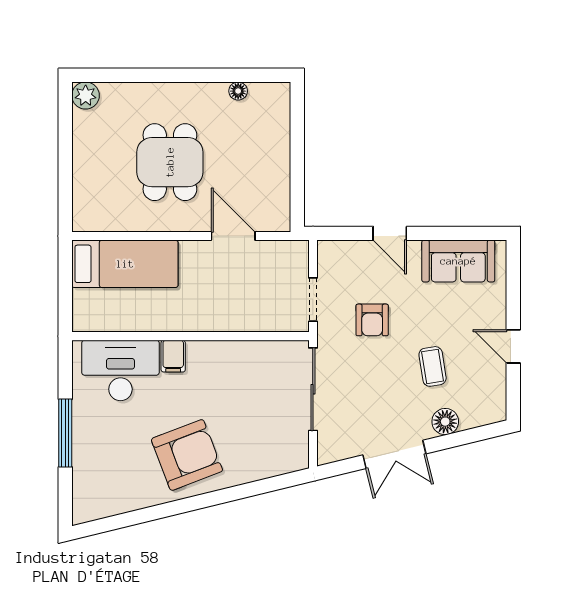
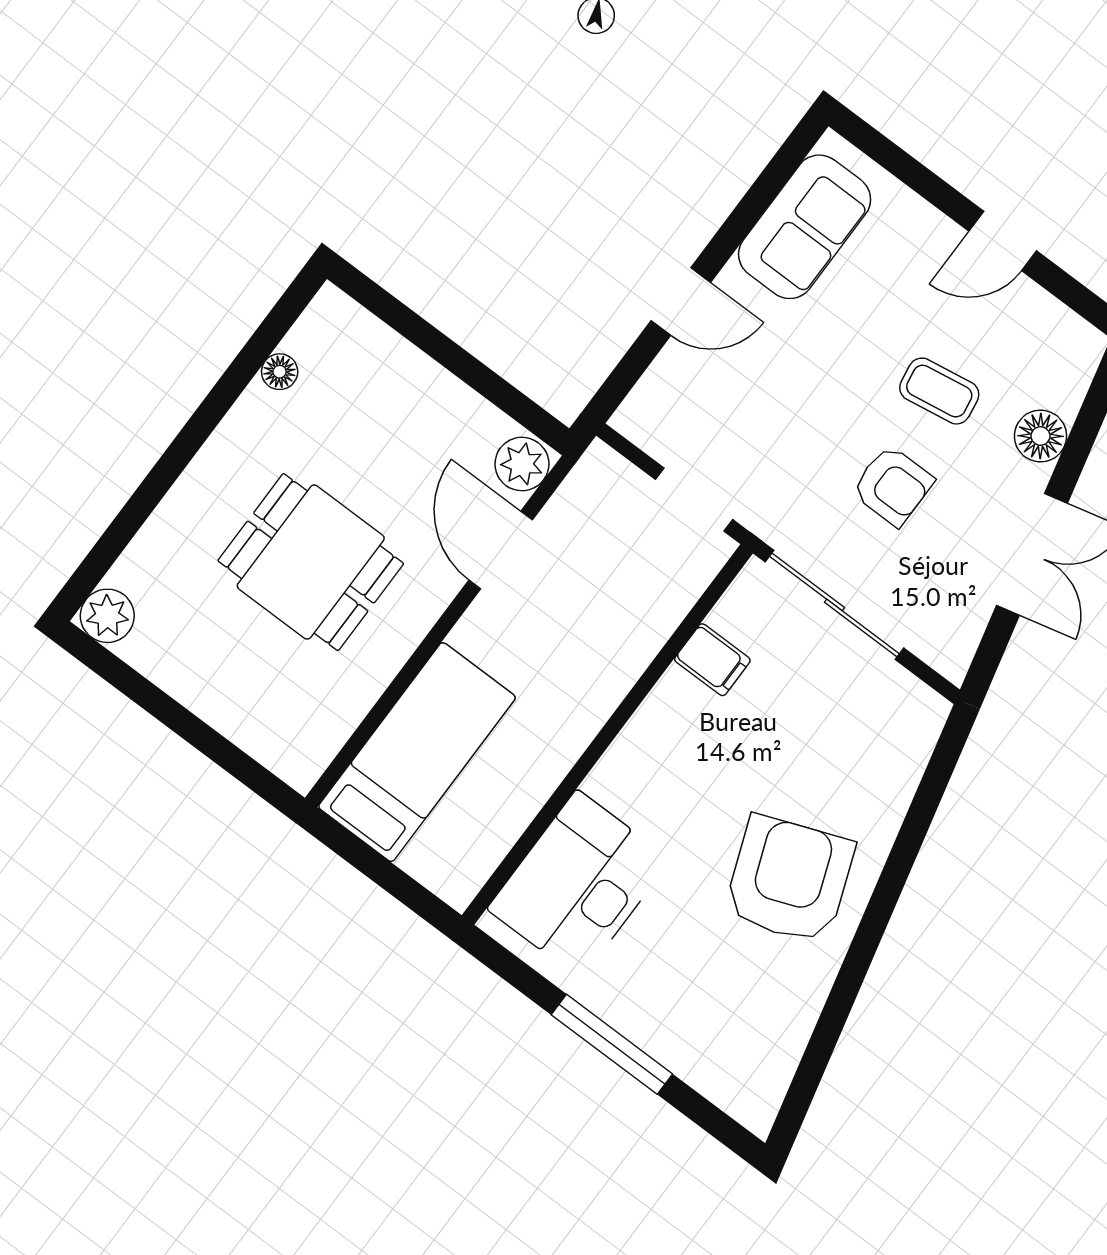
plant: (275, 218) -> (522, 464), added
door: (233, 236) -> (501, 550), hinge flipped
armchair: (372, 320) -> (893, 486), moved
filing cabinet: (173, 356) -> (712, 660), moved

